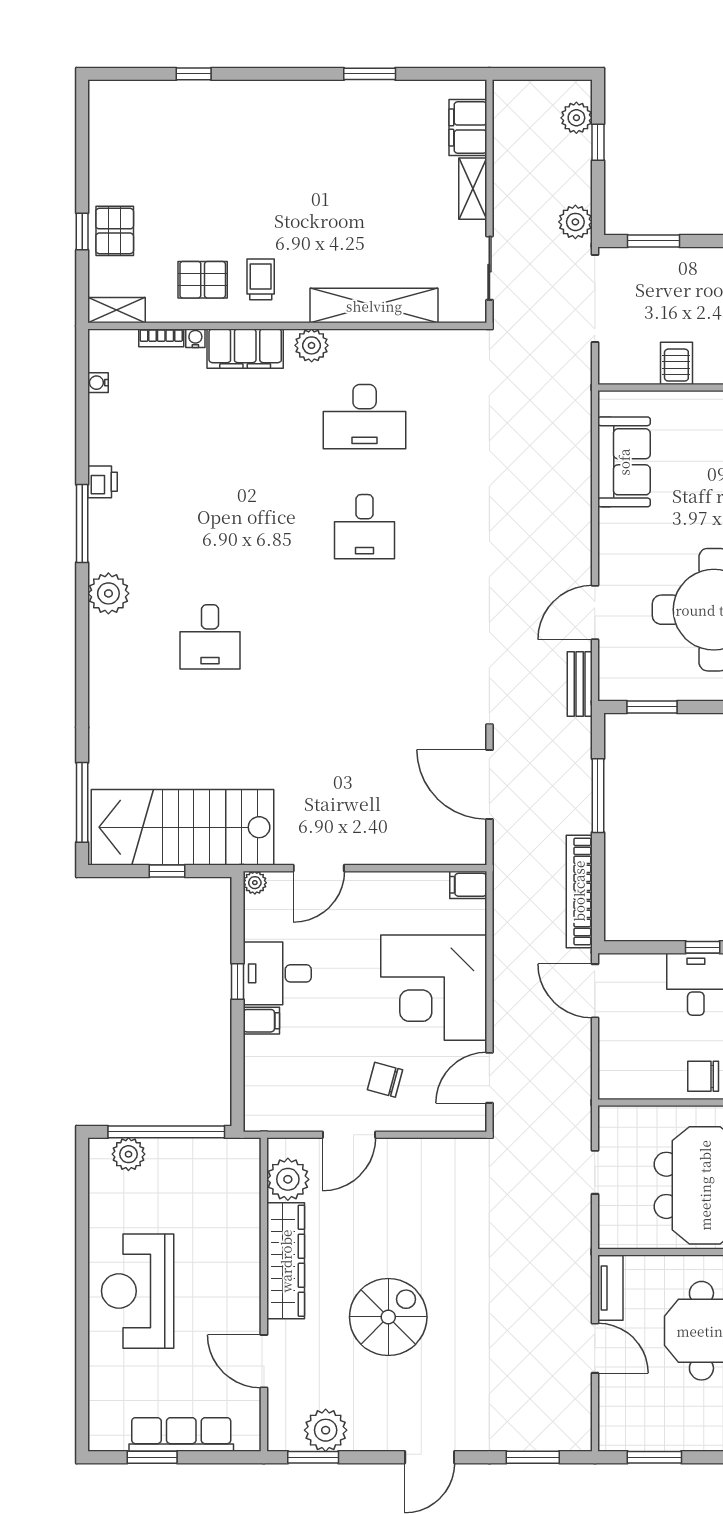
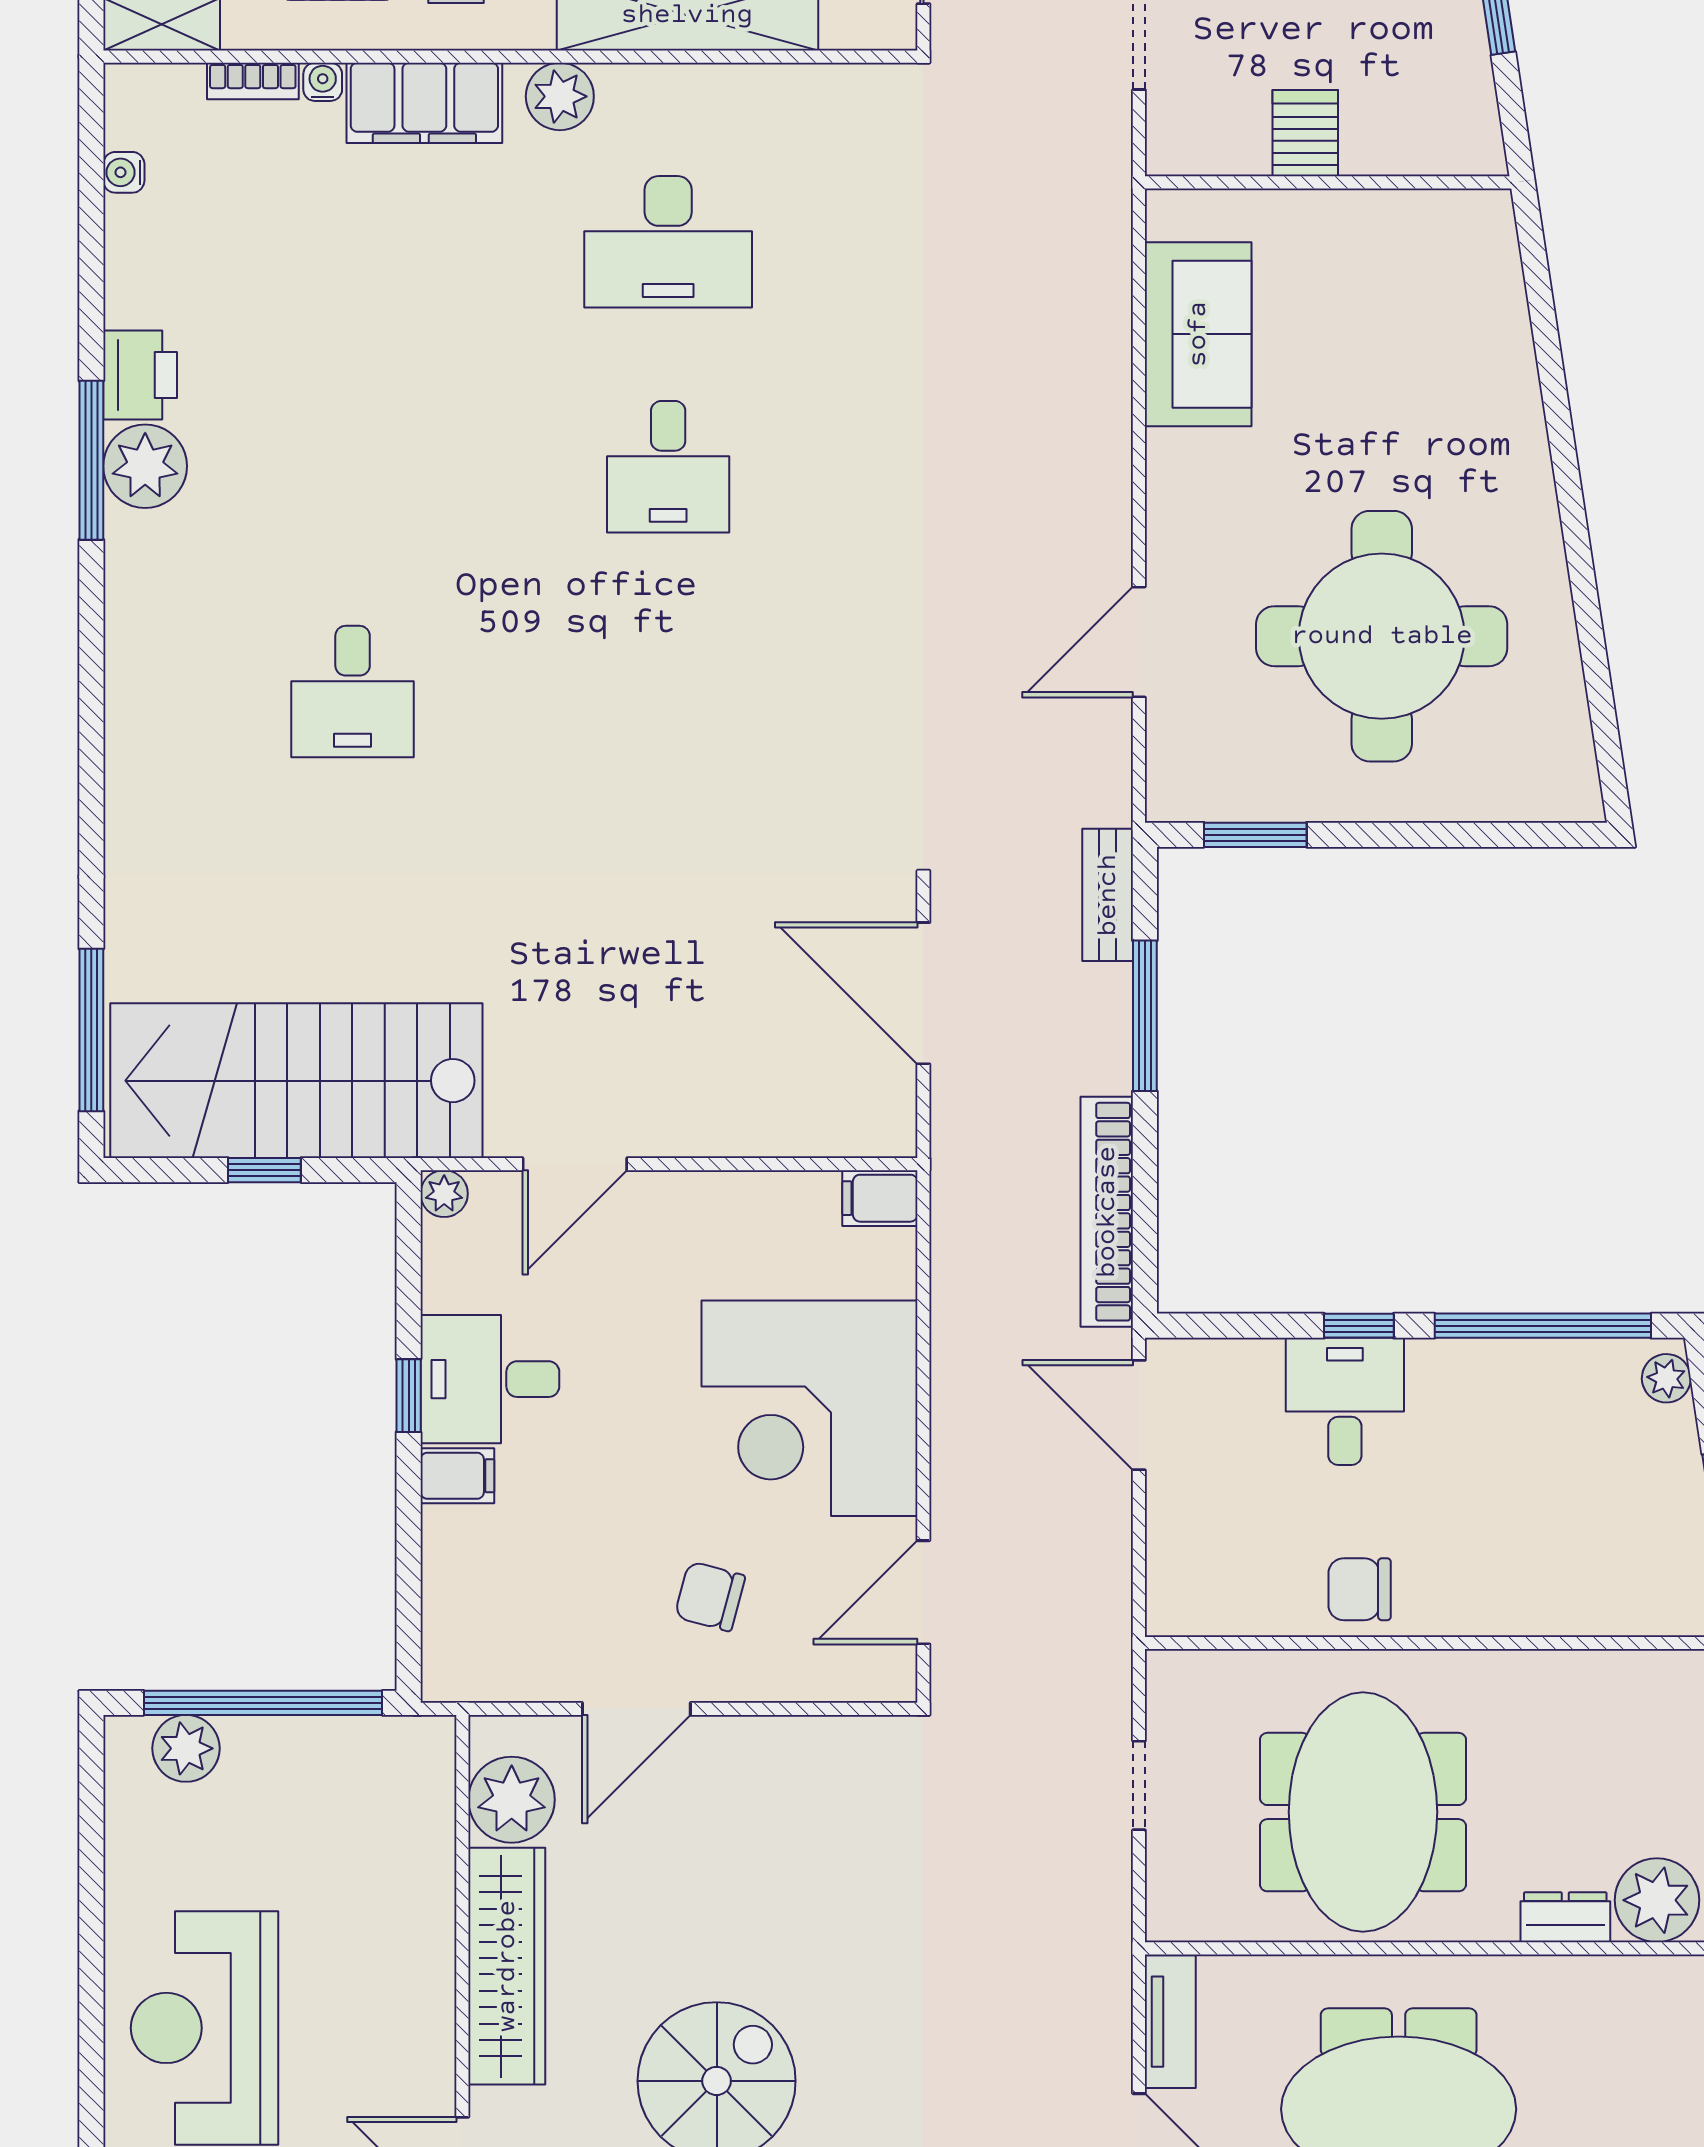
printer: (103, 482) -> (140, 375), width x1.36, depth x1.24
plant: (108, 593) -> (145, 466), moved
bench: (580, 684) -> (1108, 895), moved

